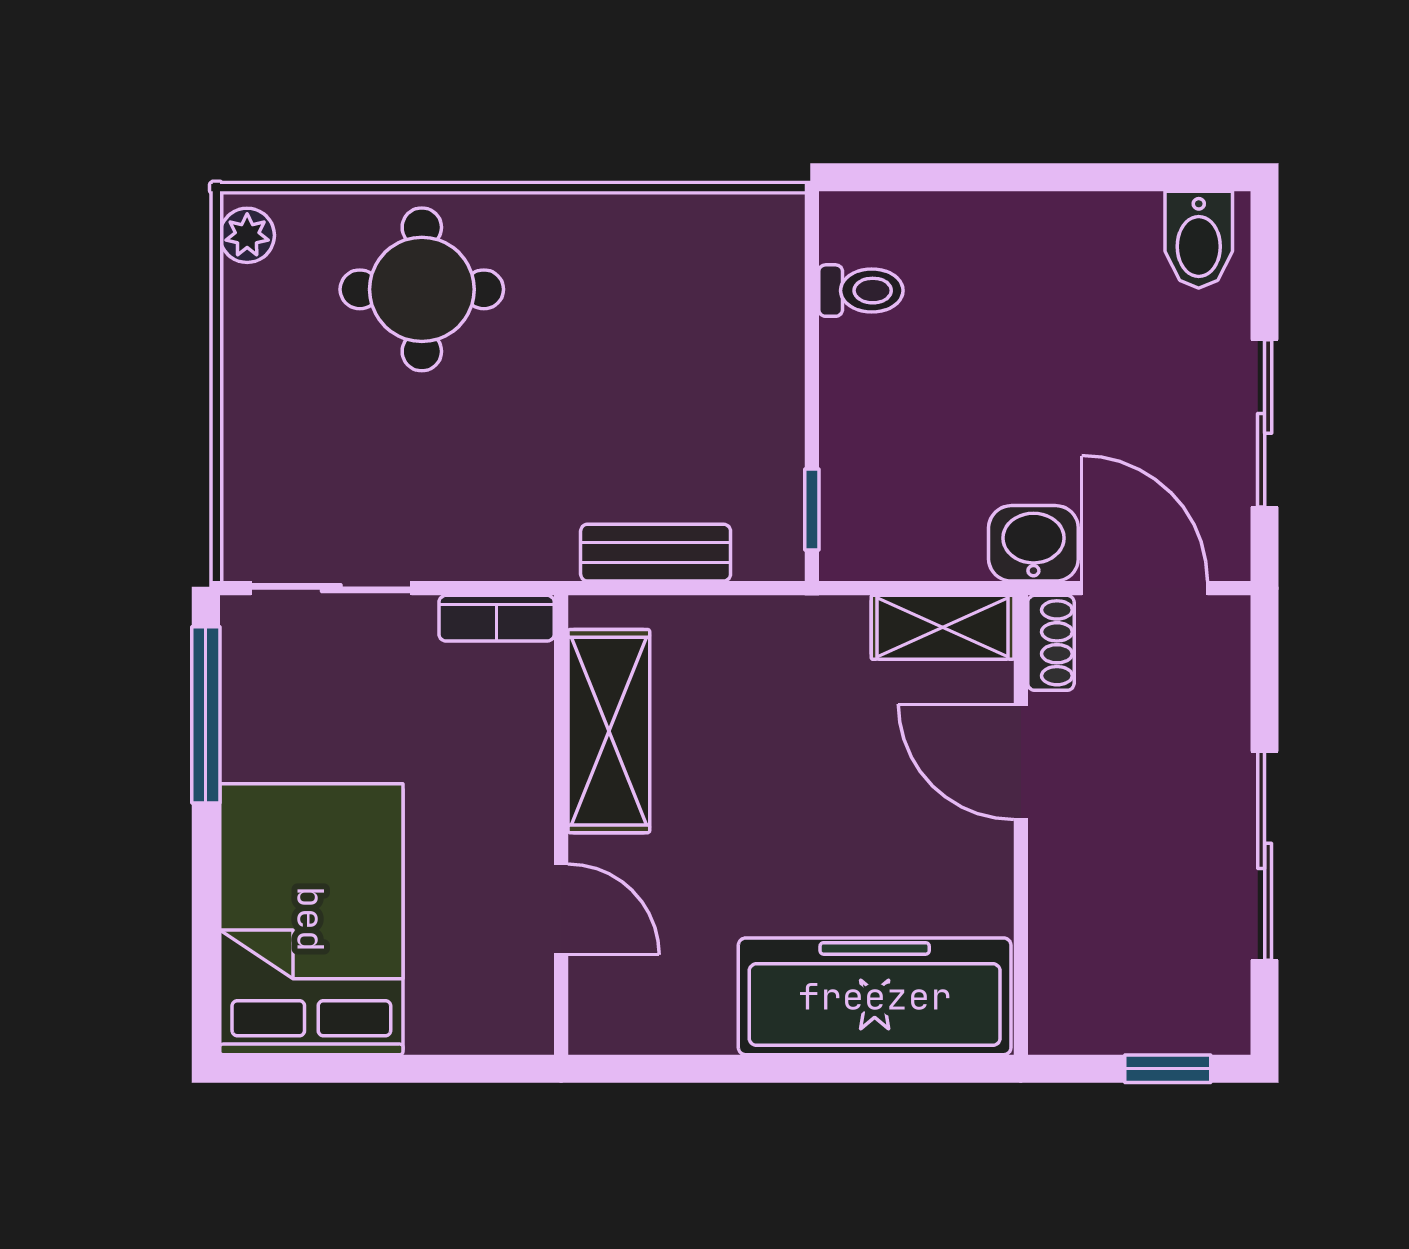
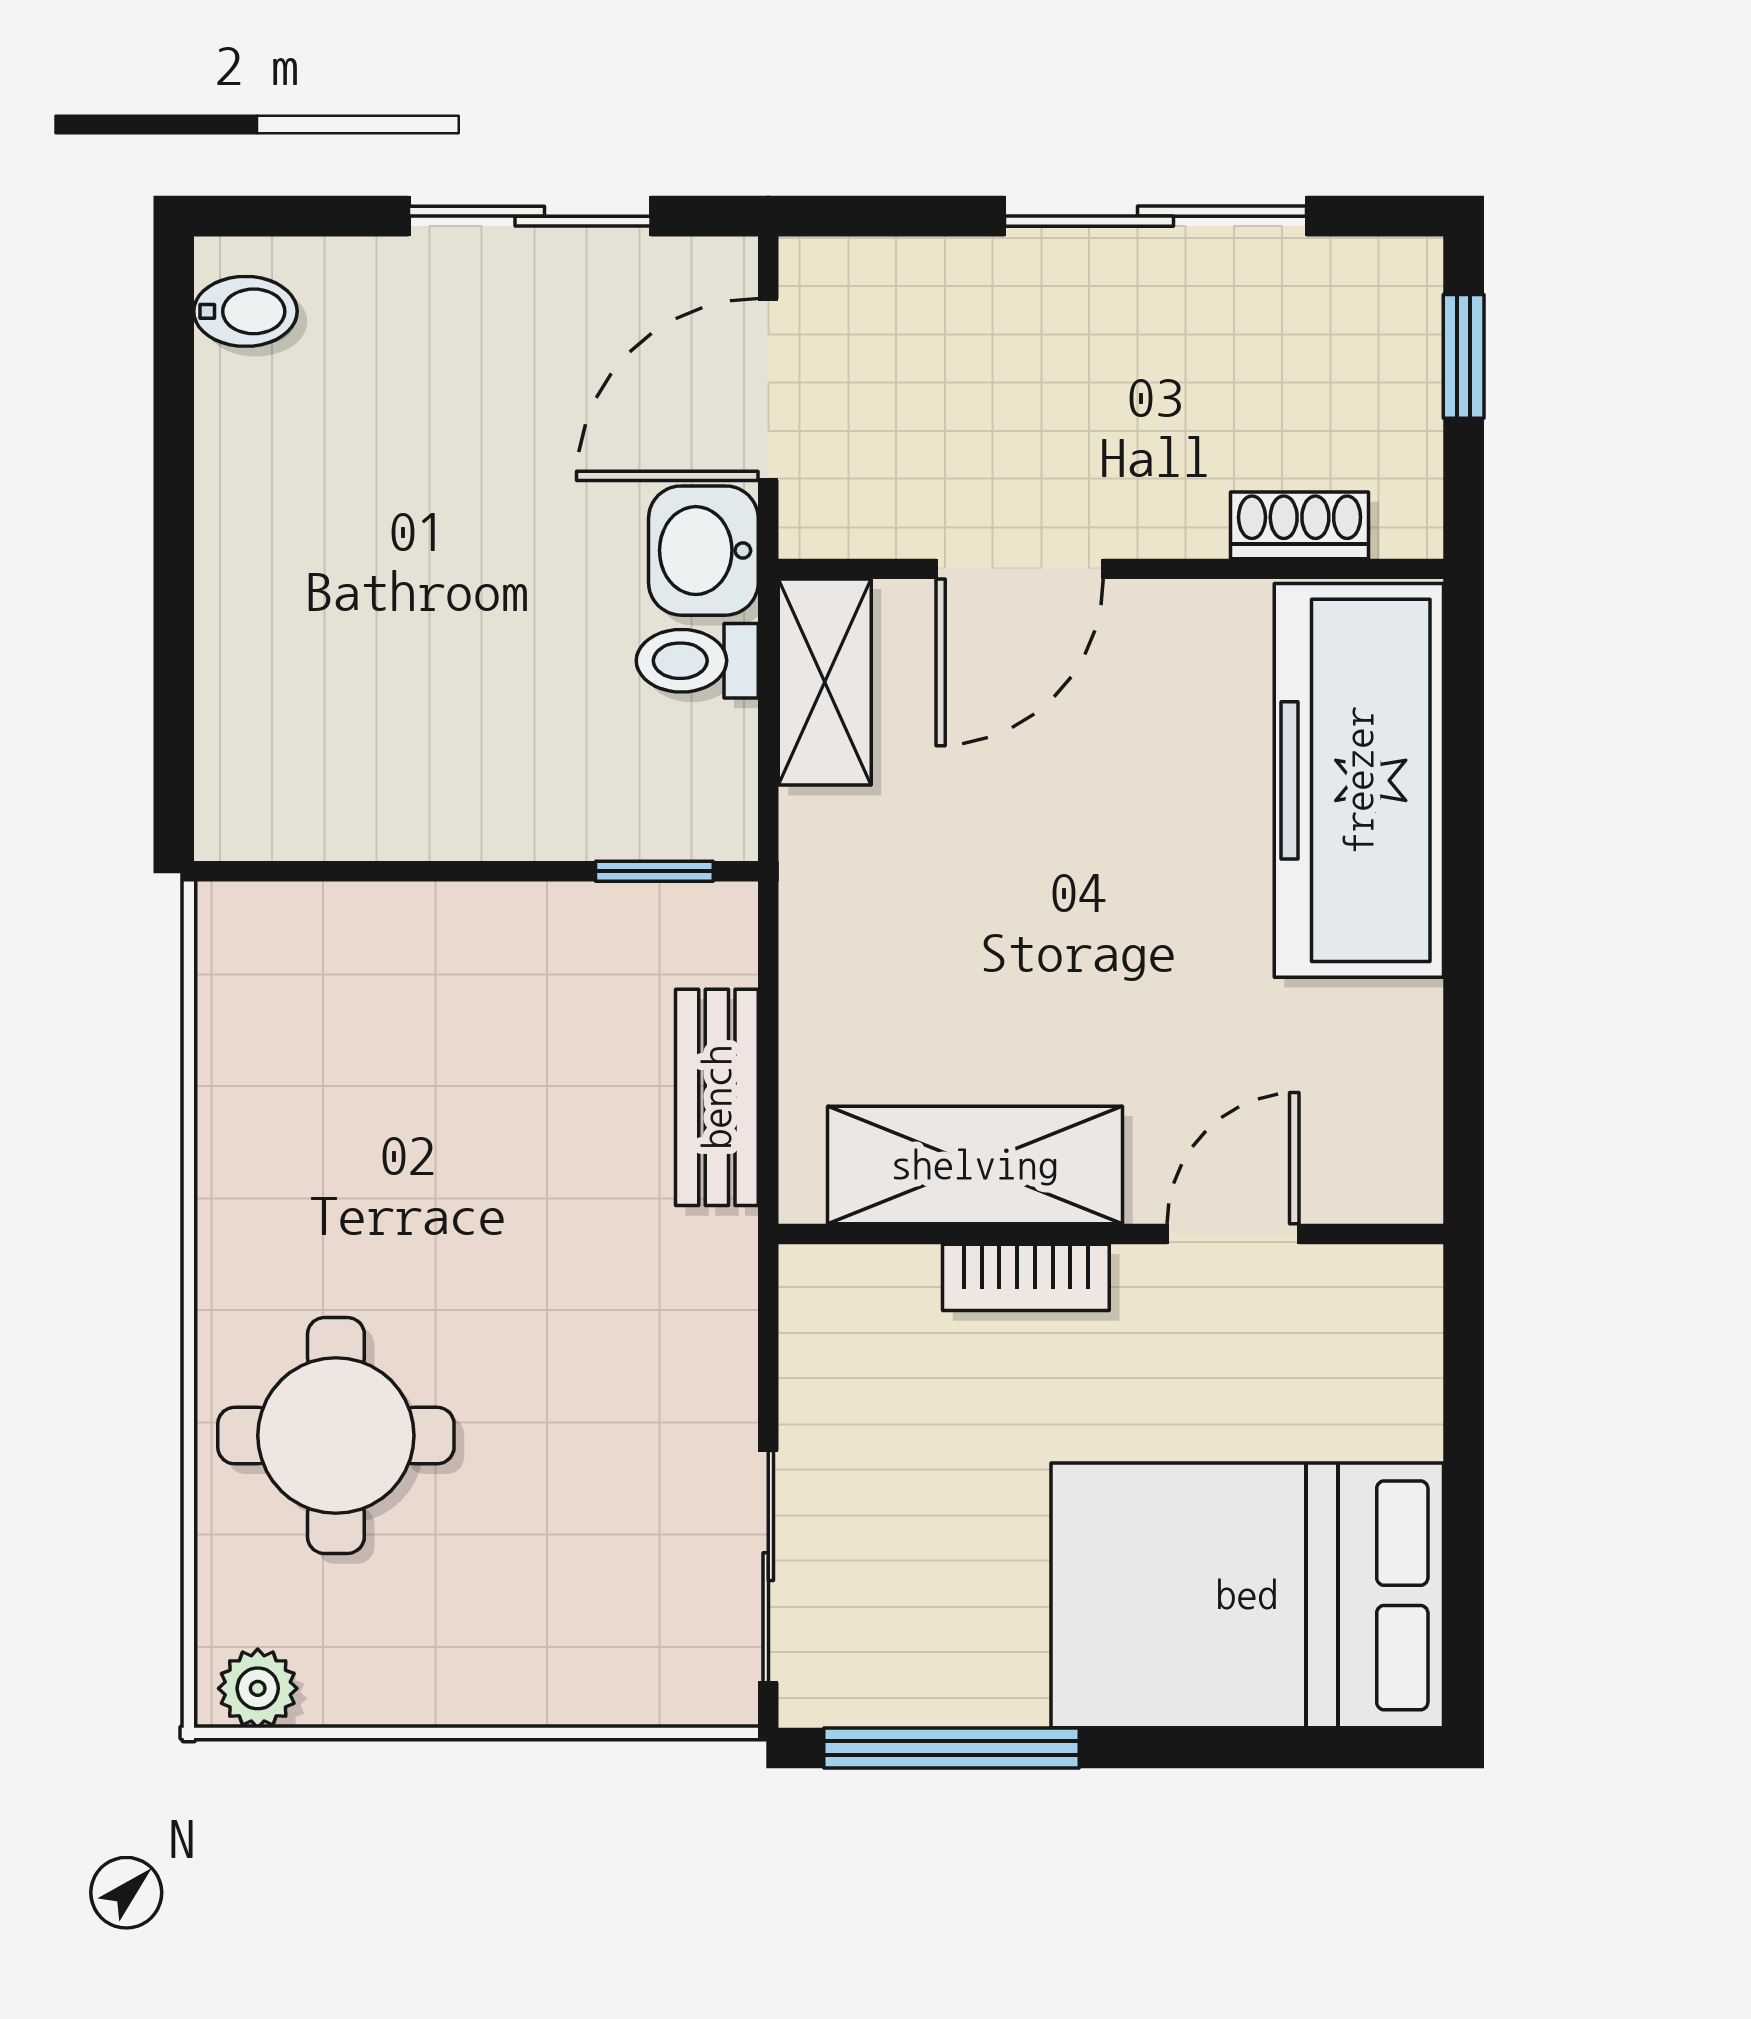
bidet: (1199, 240) -> (245, 311), width x0.72, depth x0.74
toilet: (861, 291) -> (697, 661), moved, turned -90
bookcase: (497, 618) -> (1026, 1277), moved, turned 90
shoe rack: (1051, 643) -> (1300, 525), moved

